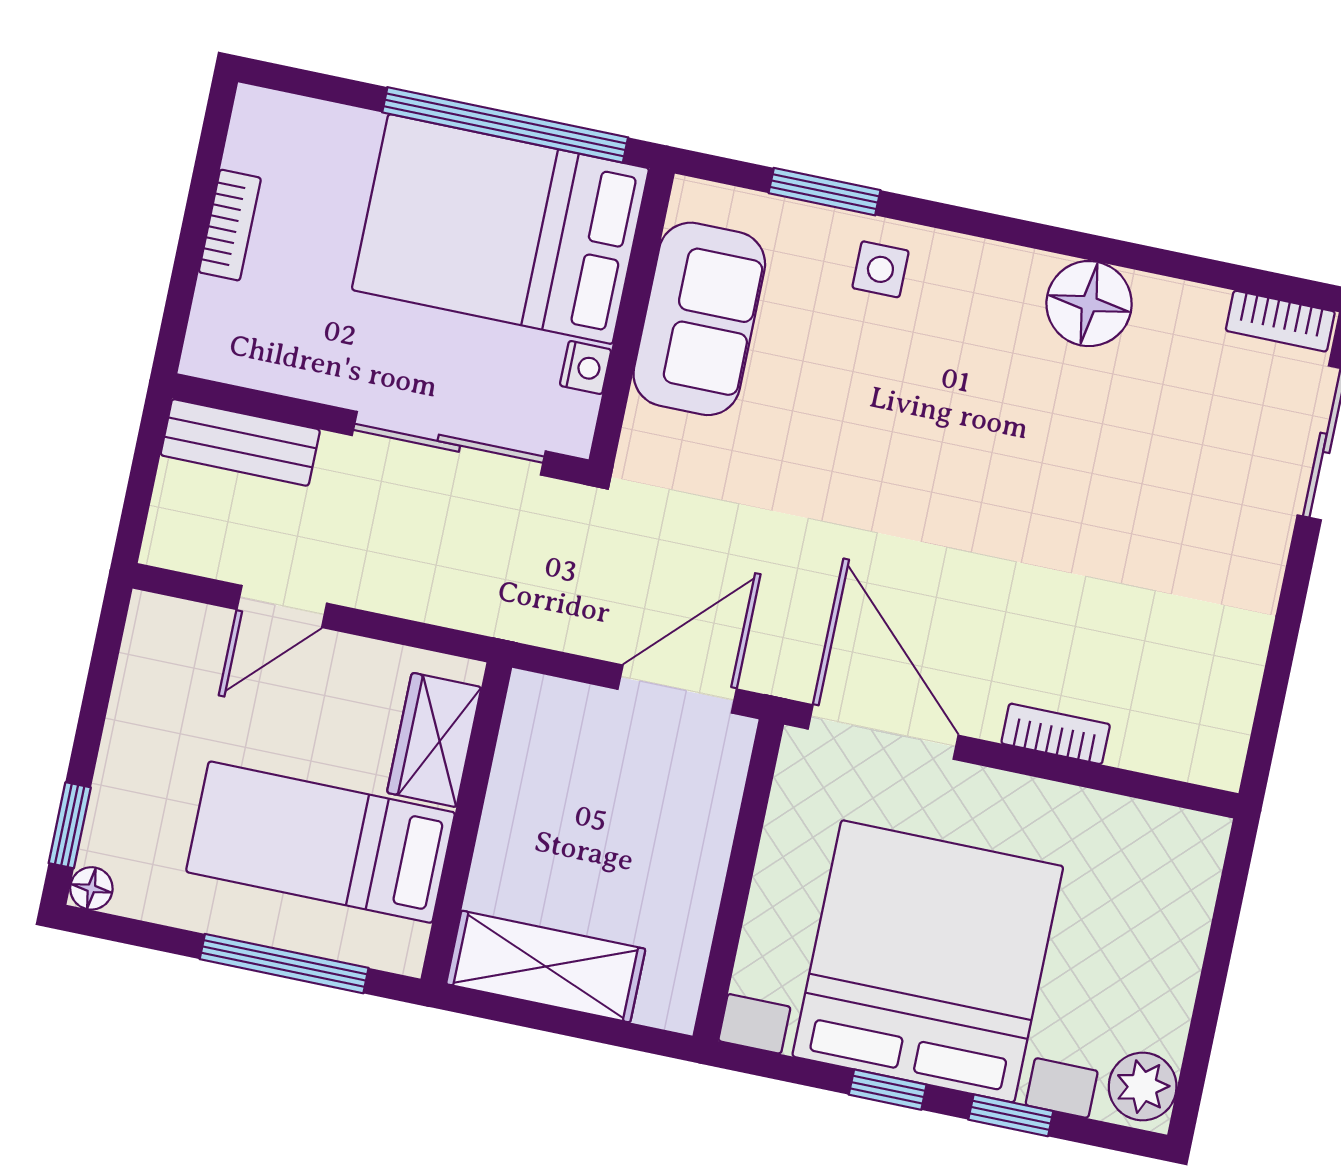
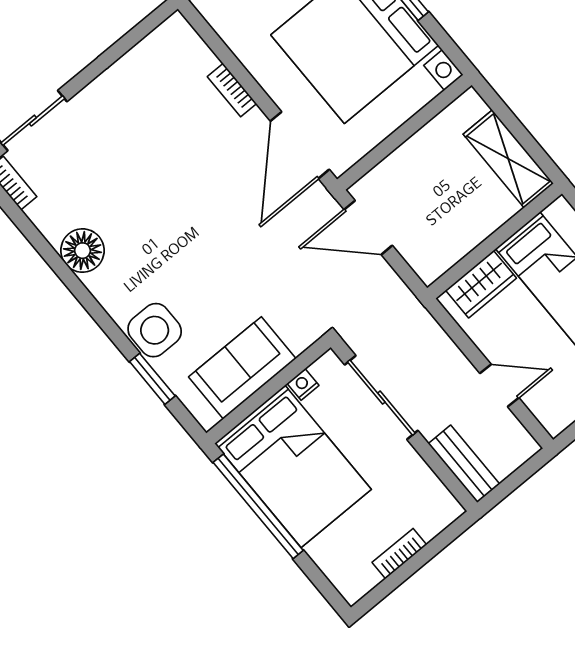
side table: (880, 269) -> (155, 330), width x1.87, depth x1.87

